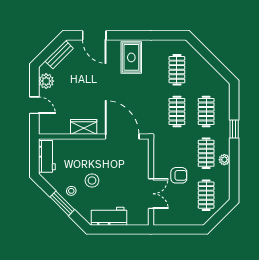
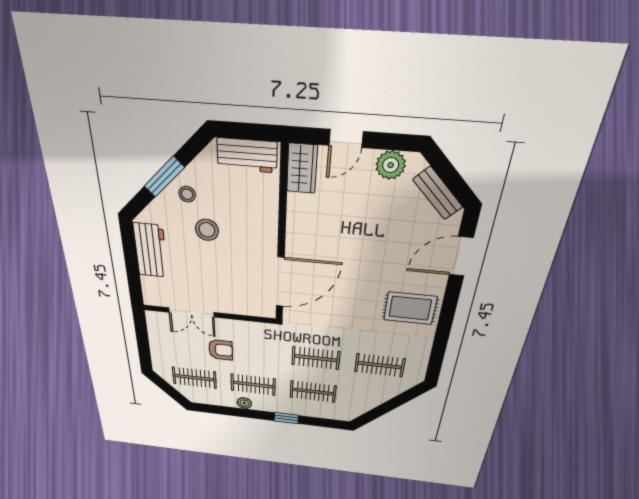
wardrobe: (84, 127) -> (302, 169), moved
armchair: (179, 175) -> (221, 350), turned -90

